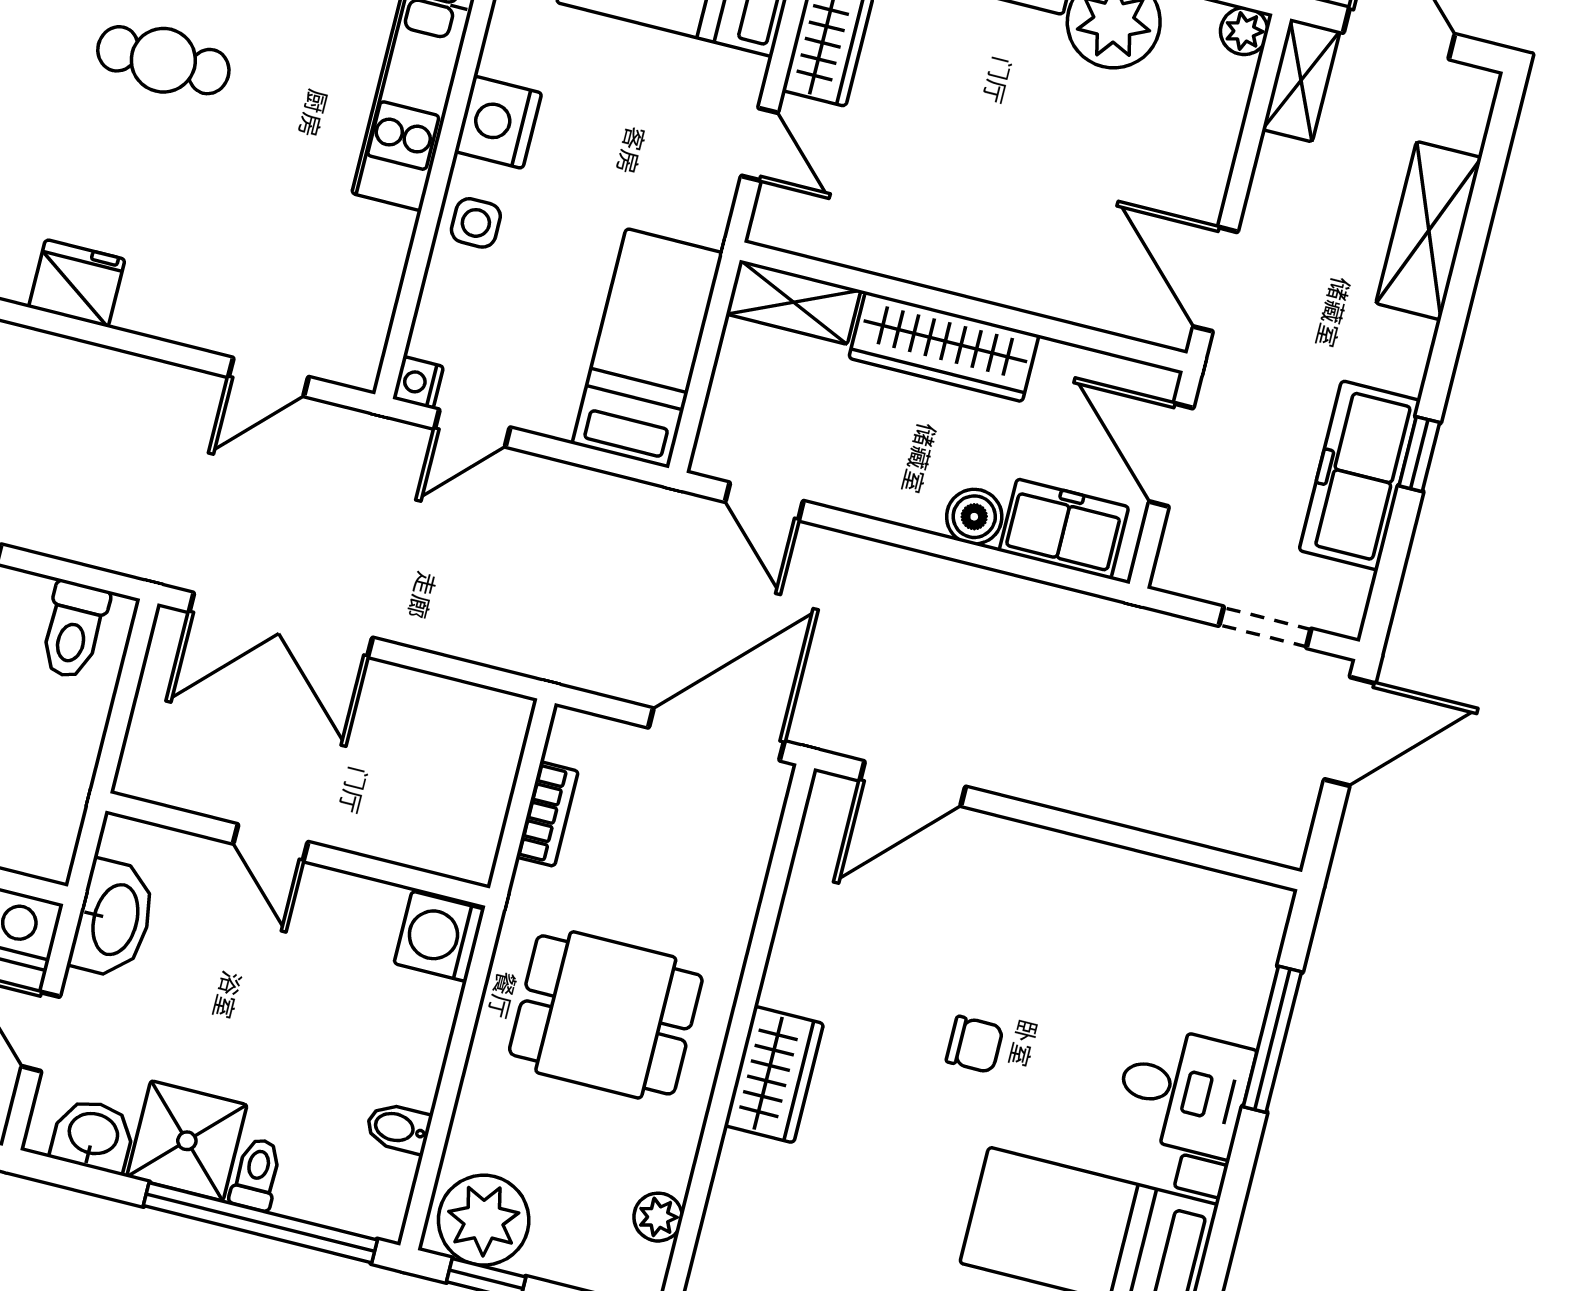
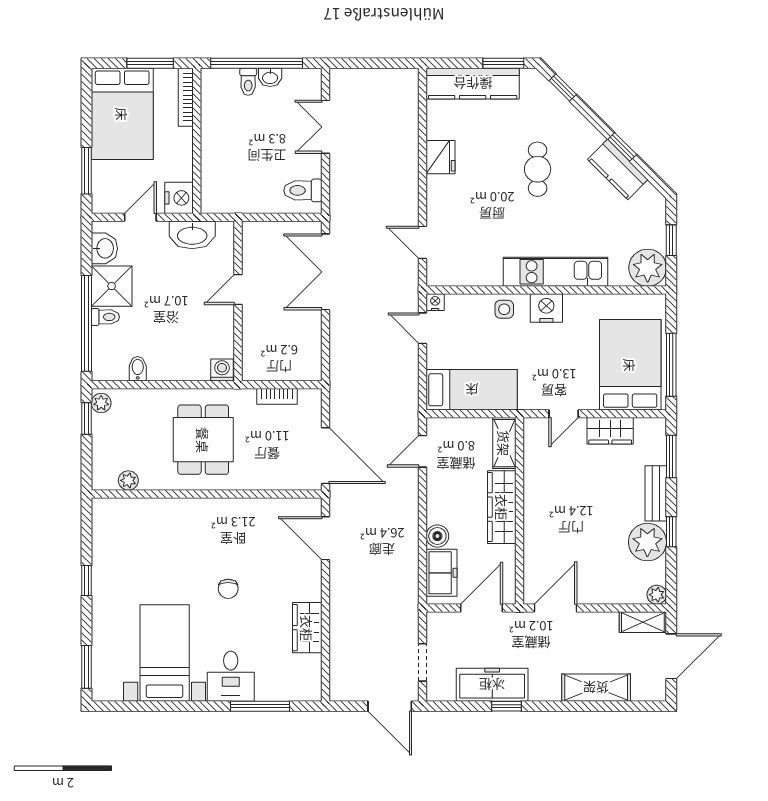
washing machine: (439, 936) -> (222, 370), width x0.73, depth x0.73
wardrobe: (774, 1075) -> (307, 628), moved, turned 90
plant: (484, 1220) -> (101, 403), width x0.53, depth x0.53

